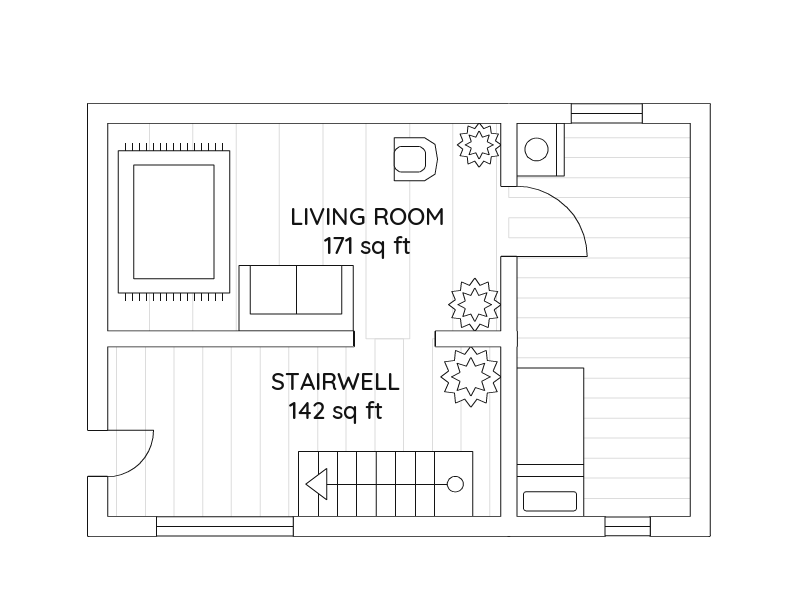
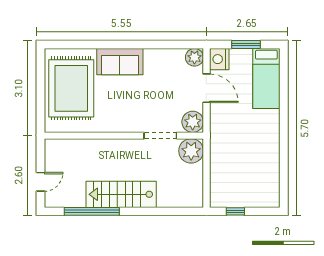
armchair: (416, 159) -> (169, 63), removed
sofa: (296, 298) -> (120, 62), moved, turned 180
bed: (550, 442) -> (266, 78), moved, turned 180
stairs: (386, 484) -> (121, 194), moved
window: (628, 526) -> (235, 211), moved

